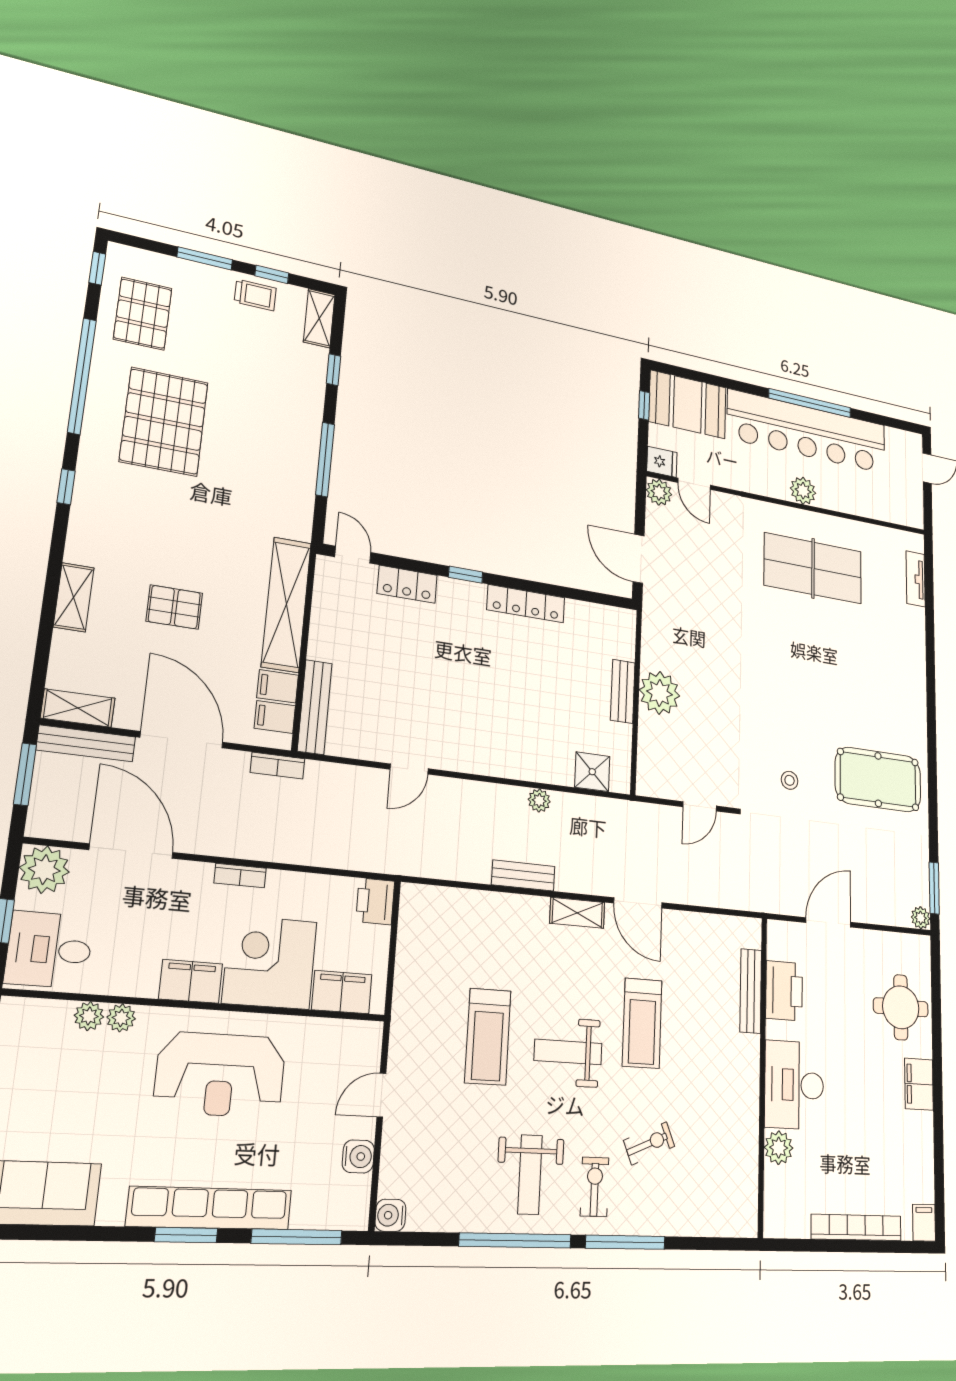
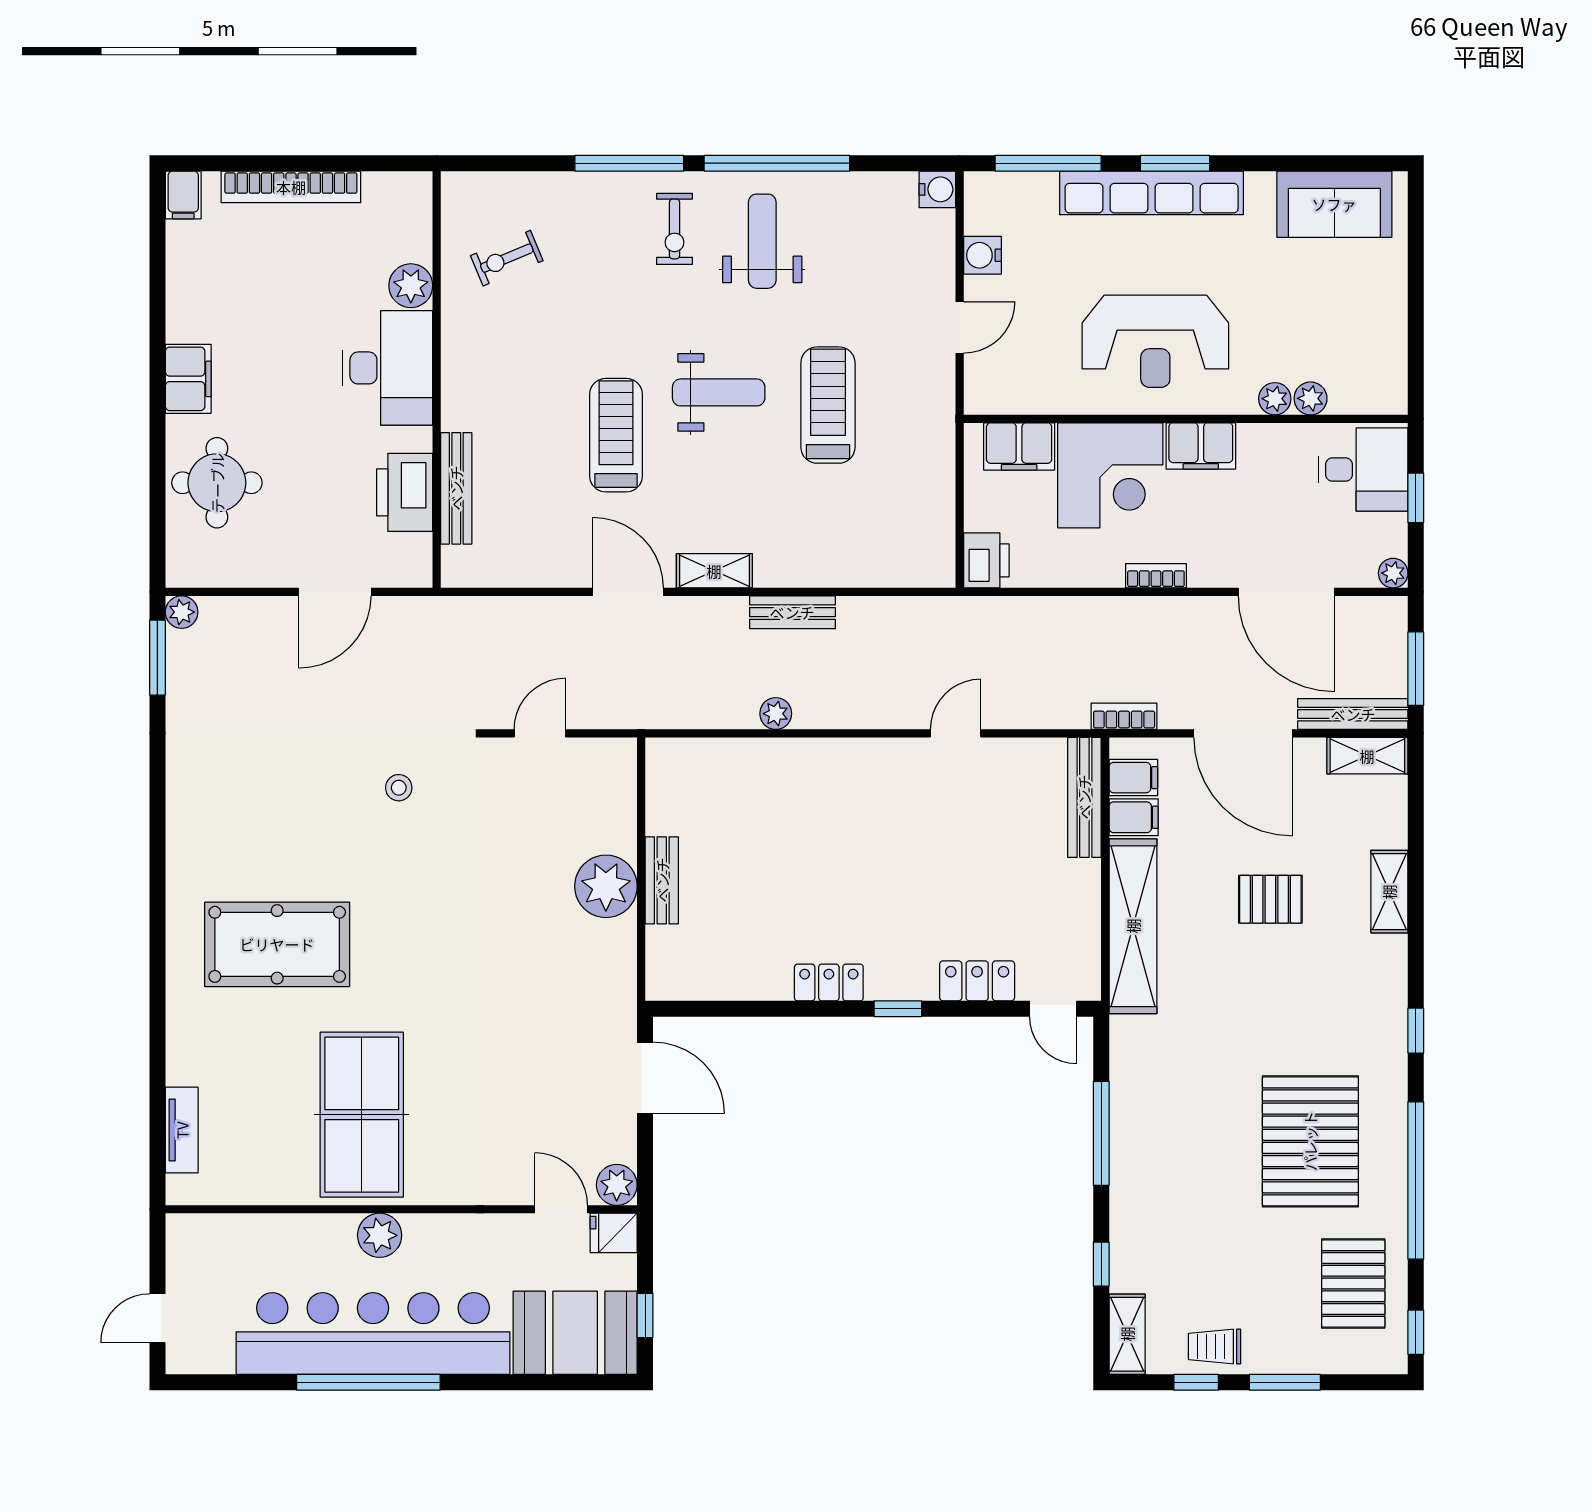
table tennis table: (813, 568) -> (362, 1115), turned 90
locker: (526, 604) -> (829, 982), width x0.66
shower: (592, 772) -> (702, 762), removed
pool table: (878, 780) -> (277, 944), moved
plant: (44, 870) -> (1393, 573), width x0.53, depth x0.53
reception desk: (220, 1075) -> (1155, 341), turned 180
exercise bike: (649, 1143) -> (507, 258), moved

